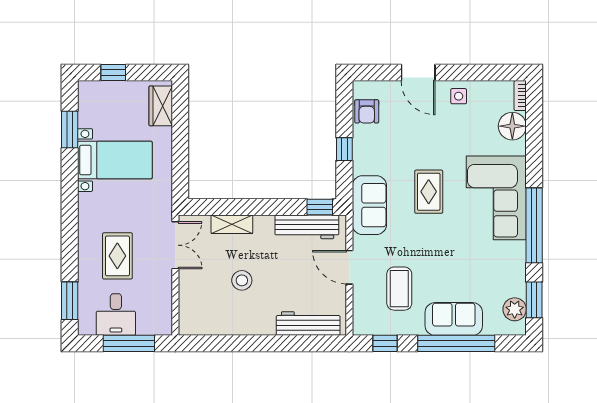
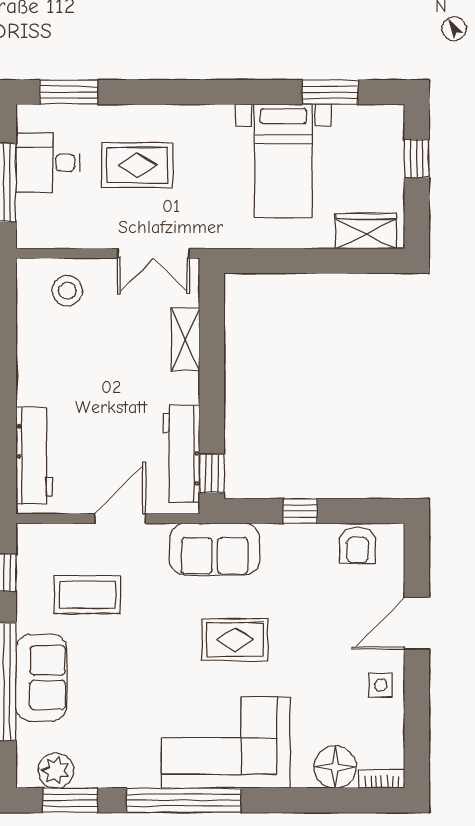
armchair: (367, 111) -> (357, 545), turned -90
stool: (242, 280) -> (67, 291), moved

